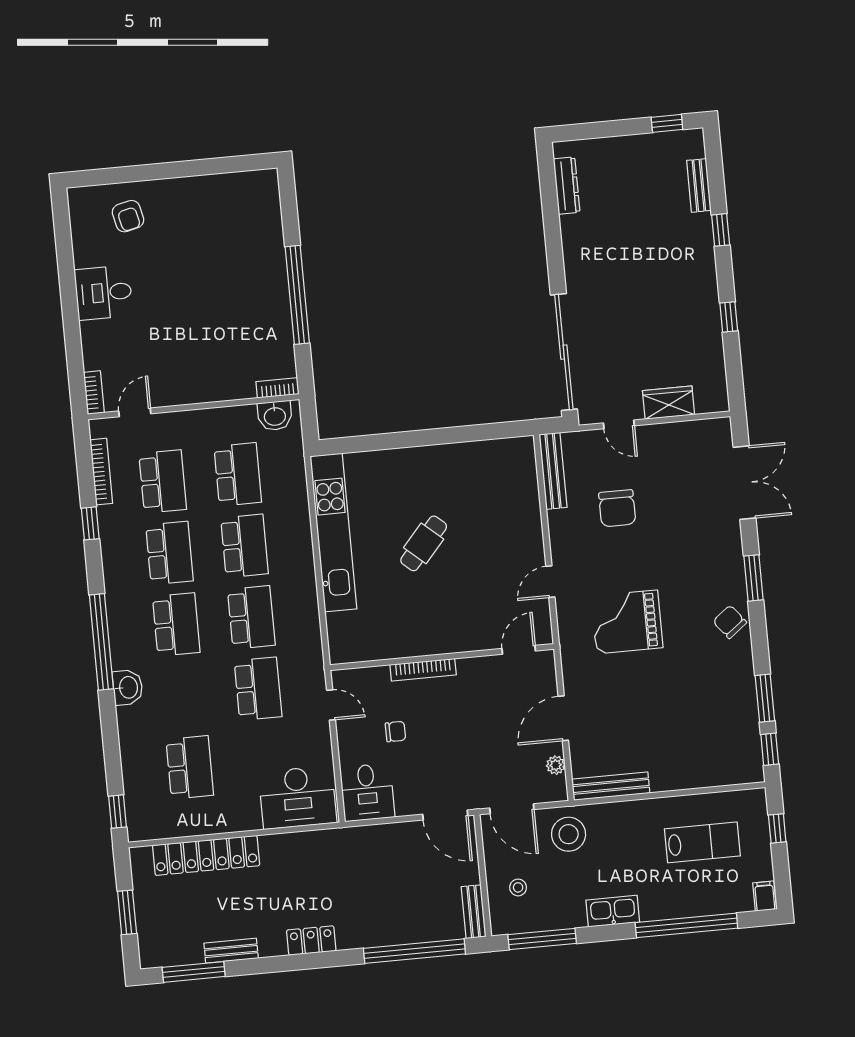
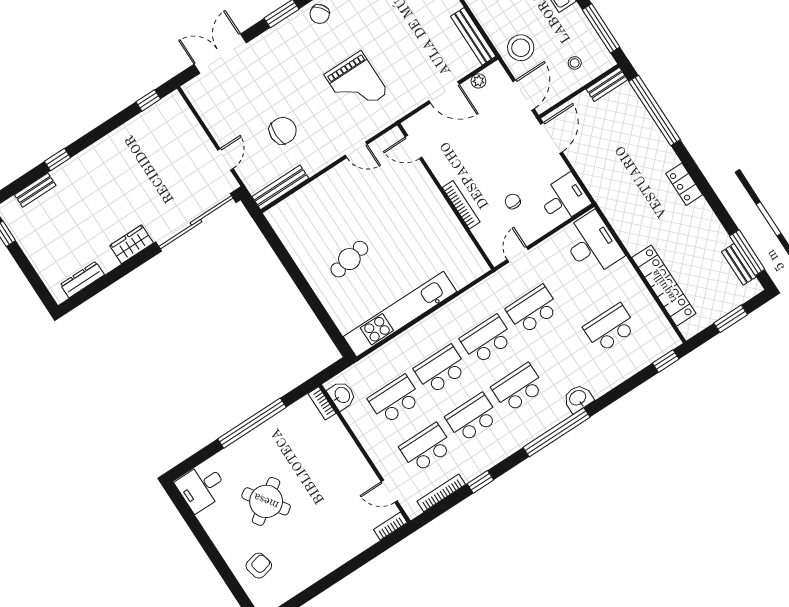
round table: (198, 264) -> (266, 501), added
desk: (104, 293) -> (202, 487), moved, turned 90
window: (729, 317) -> (148, 100), moved
wardrobe: (669, 403) -> (132, 244), moved, turned 90
cafe table: (424, 543) -> (349, 259), moved, turned -52
bench: (231, 951) -> (739, 264), moved

